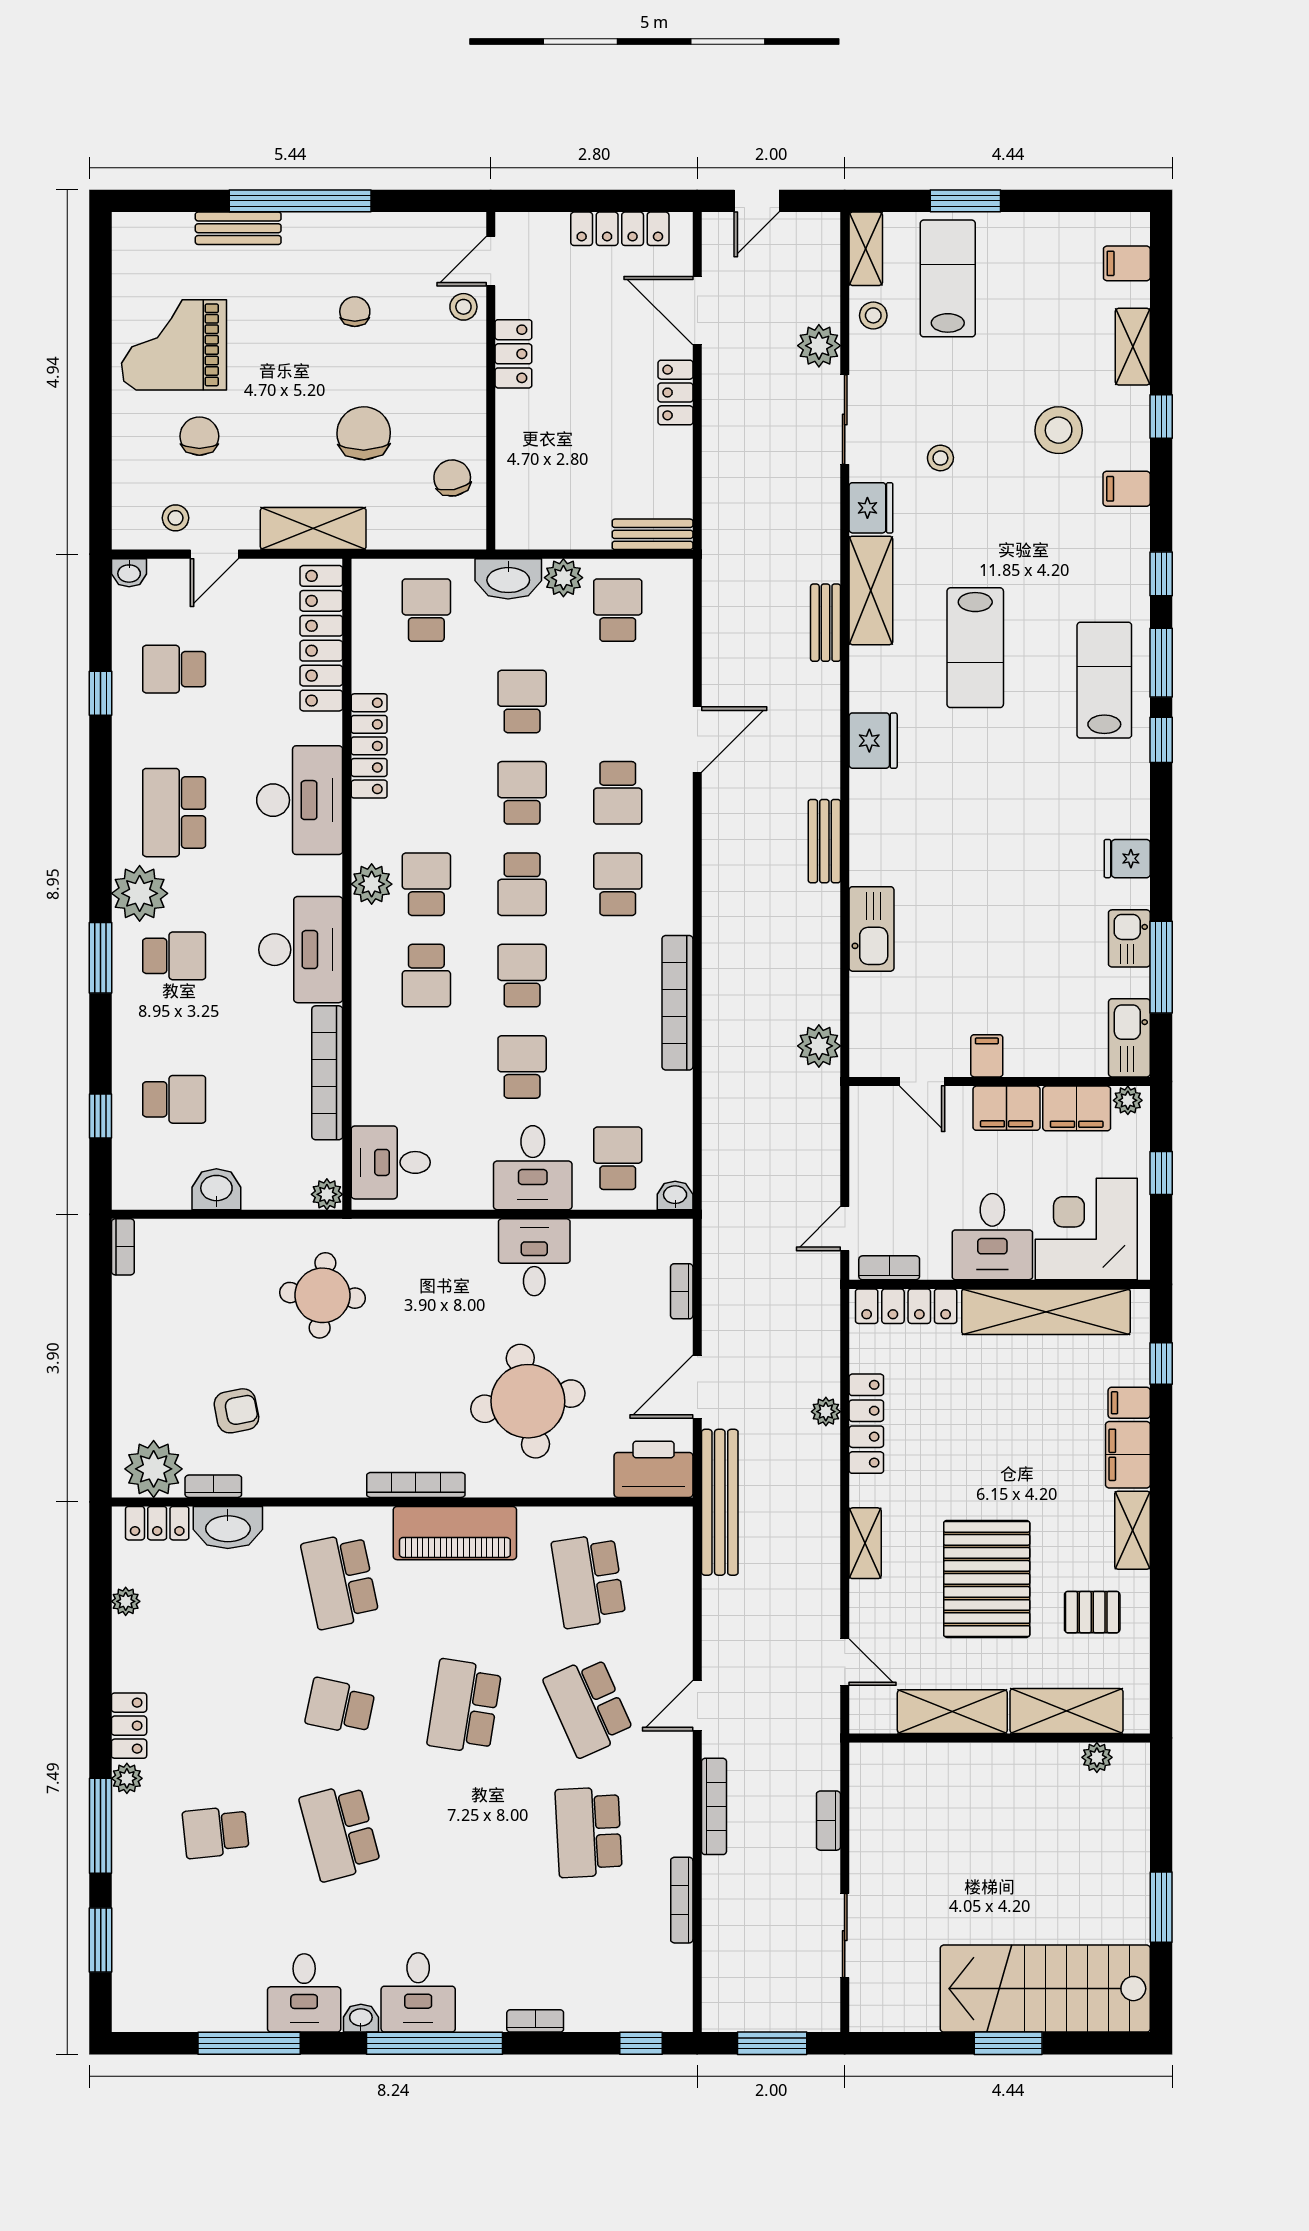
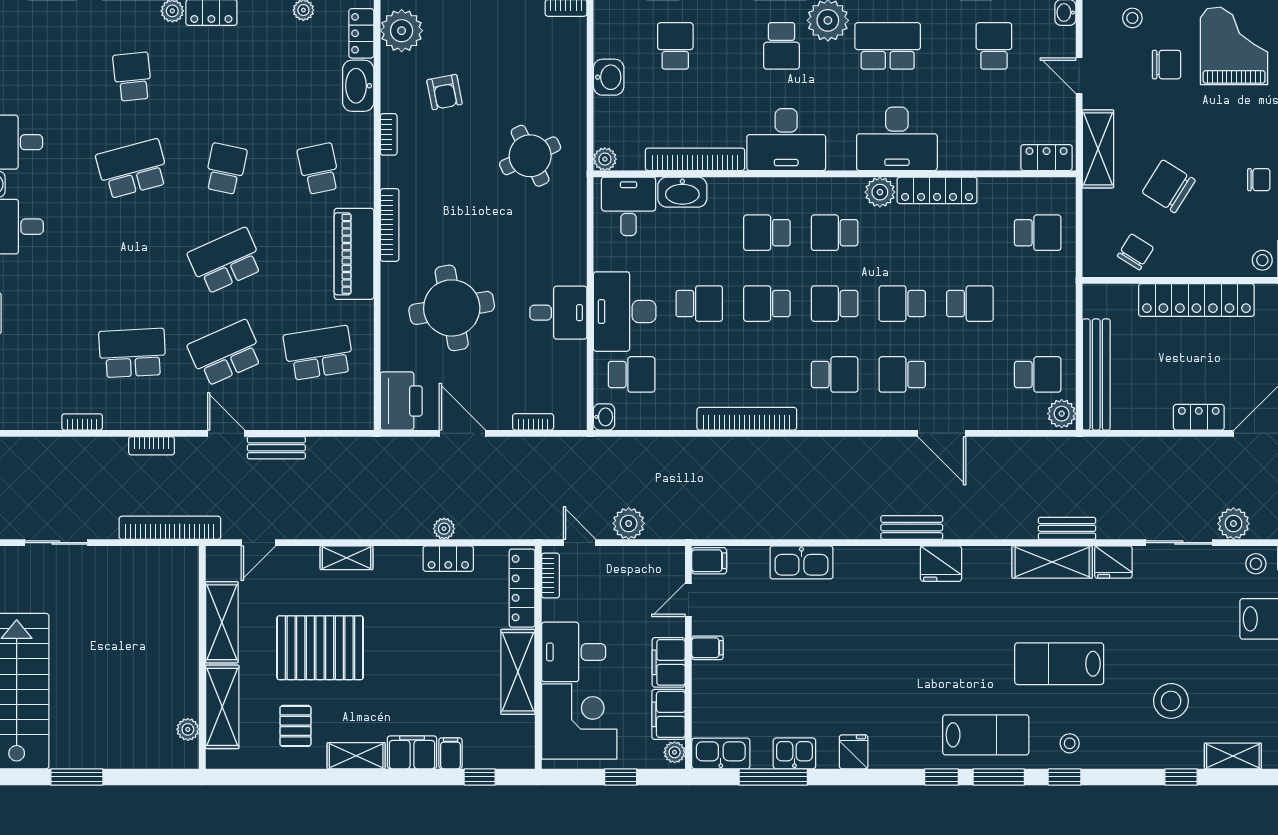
locker: (513, 354) -> (1196, 300), width x2.16, depth x1.21
chair: (364, 433) -> (1169, 186), turned -147
stool: (940, 458) -> (1070, 743), moved
chair: (452, 478) -> (1135, 252), turned -47
filing cabinet: (1127, 489) -> (709, 561), moved, turned 90
stool: (175, 518) -> (1132, 18), moved
bench: (653, 534) -> (1096, 374), width x1.86, depth x1.21
plant: (563, 578) -> (1062, 414), moved
washbasin: (508, 579) -> (682, 192), moved, turned -90
bench: (826, 623) -> (1067, 528), moved
locker: (321, 638) -> (1047, 158), width x0.46, depth x0.83
lab bench: (975, 648) -> (1059, 664), moved
school desk: (522, 793) -> (902, 304), turned 180
bench: (824, 841) -> (912, 528), moved
plant: (372, 884) -> (880, 192), moved
school desk: (426, 884) -> (835, 233), turned 180
school desk: (522, 976) -> (767, 304), turned 180
plant: (819, 1046) -> (629, 523), moved
school desk: (174, 1099) -> (675, 46), turned 180
desk: (533, 1168) -> (625, 312), width x1.37
round table: (322, 1295) -> (530, 156), turned -30
shelving: (1046, 1312) -> (518, 672), width x0.68
locker: (866, 1424) -> (448, 559), width x0.66
bookcase: (213, 1486) -> (389, 134), moved
bench: (720, 1502) -> (276, 448), moved, width x0.54, depth x0.82
school desk: (340, 1581) -> (319, 169), width x0.54
school desk: (464, 1706) -> (226, 261), turned -33
bookcase: (714, 1806) -> (152, 446), width x0.64
bookcase: (828, 1821) -> (170, 528), width x2.31, depth x1.31
bookcase: (682, 1900) -> (82, 422), width x0.64

